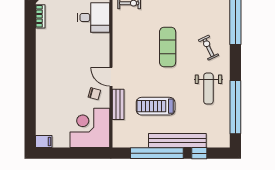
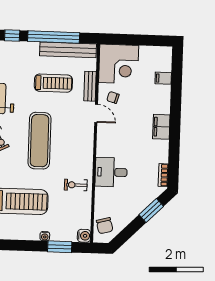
exercise mat: (168, 47) -> (40, 141), width x1.36, depth x1.45
filing cabinet: (44, 65) -> (161, 127), added
bench: (177, 140) -> (68, 50), moved
filing cabinet: (44, 142) -> (163, 78), moved

